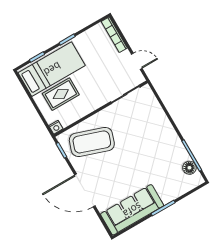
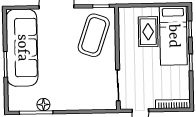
nightstand: (56, 127) -> (123, 12), removed
floor lamp: (189, 168) -> (43, 105), moved
sofa: (132, 210) -> (22, 48), width x1.36, depth x1.27

